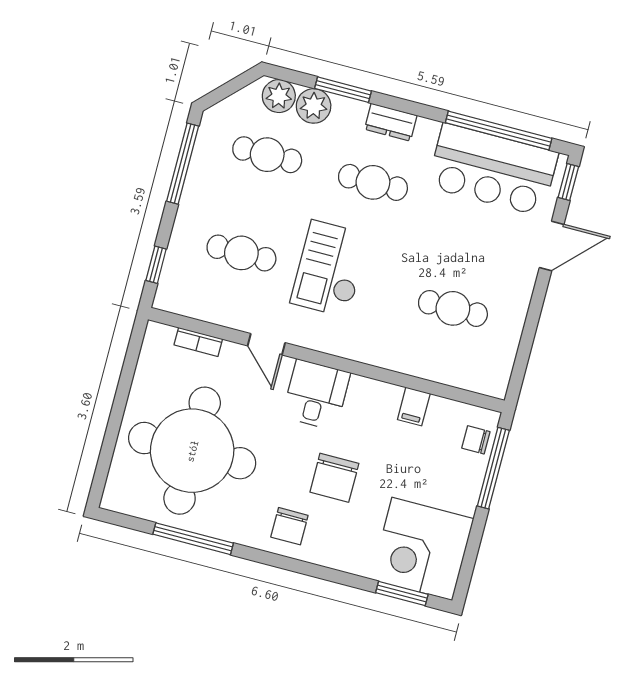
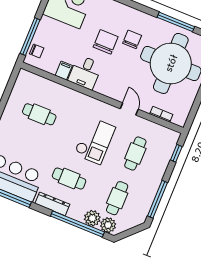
window: (343, 90) -> (77, 224), width x2.11
dresser: (391, 122) -> (52, 204), width x1.44
cafe table: (267, 155) -> (117, 198), turned 90
cafe table: (241, 253) -> (135, 153), turned 90
desk: (316, 395) -> (85, 72), moved
chair: (289, 526) -> (132, 39), moved

